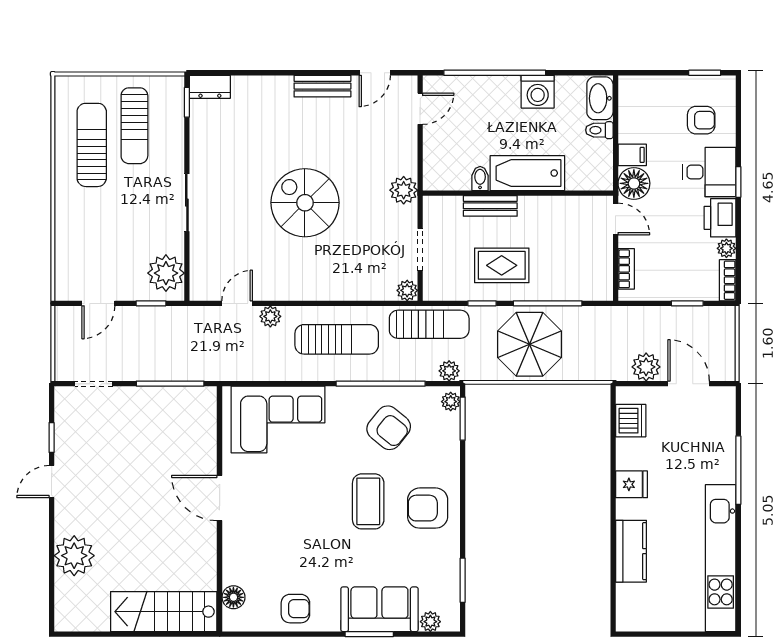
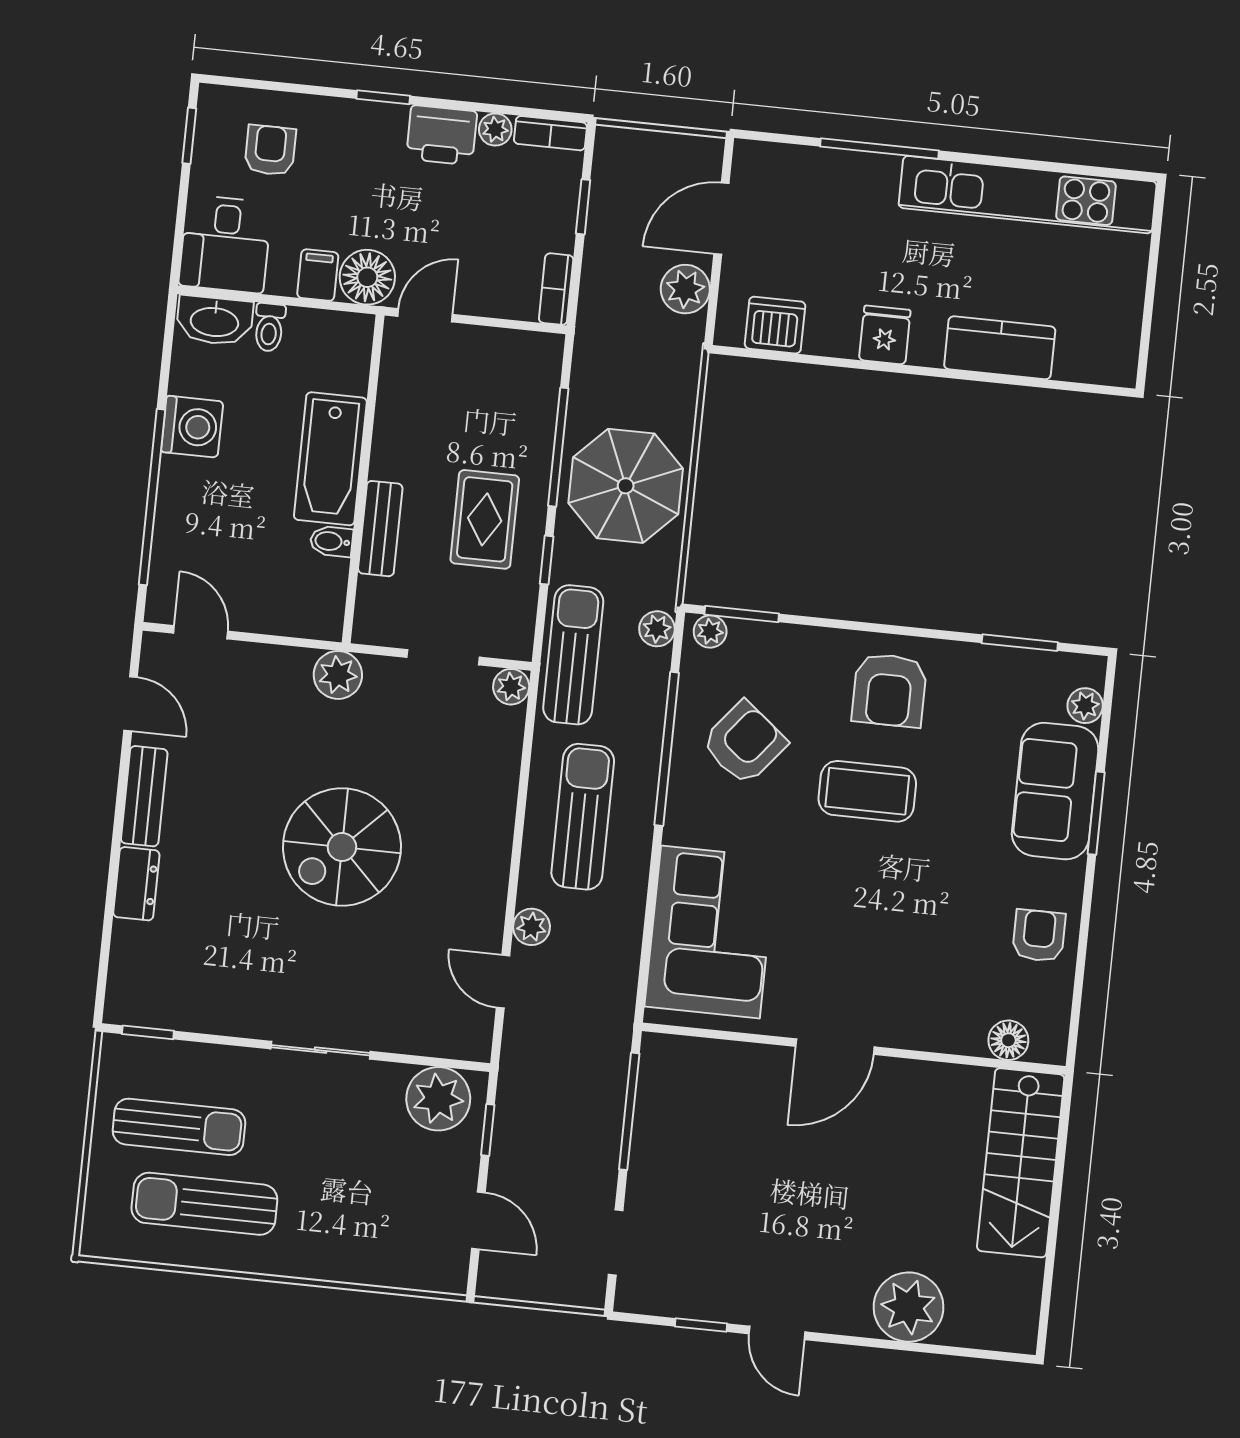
dresser: (210, 87) -> (136, 884), moved
desk: (709, 172) -> (225, 244), moved, turned 180
bookcase: (626, 269) -> (556, 289), moved, turned -90

